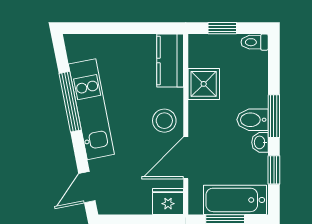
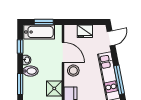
window: (274, 116) -> (20, 84), moved
door: (186, 158) -> (63, 52), hinge flipped
fridge: (168, 201) -> (85, 31), moved

